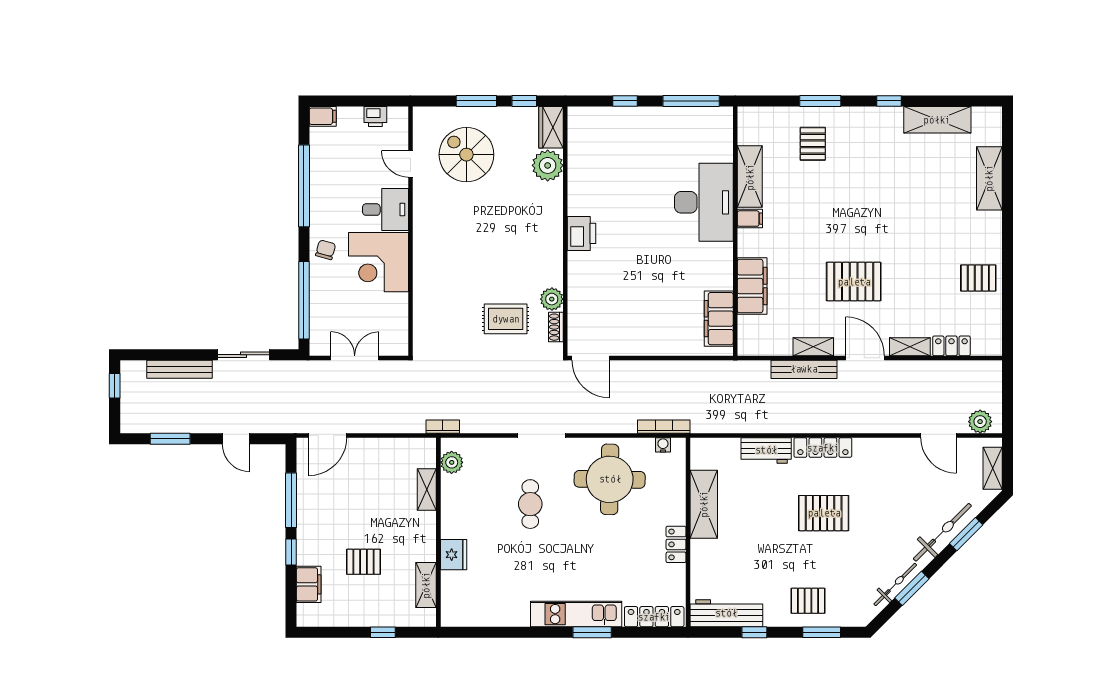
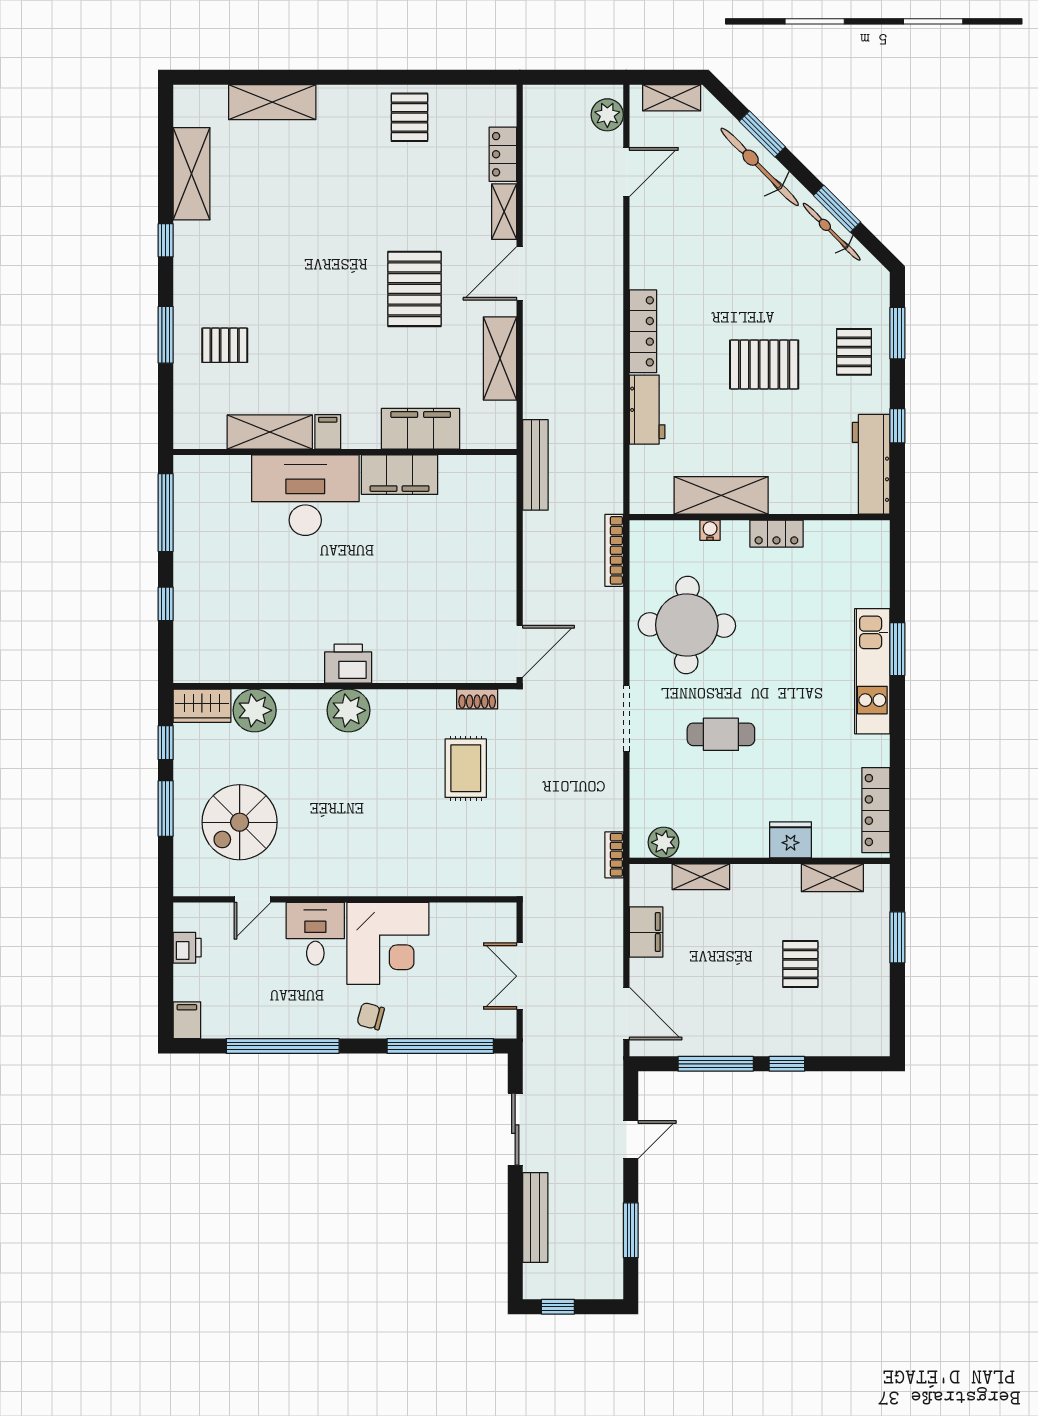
plant: (552, 299) -> (349, 710), moved, width x1.36, depth x1.36
filing cabinet: (719, 319) -> (400, 475), moved
shelving: (813, 347) -> (500, 359), width x1.50, depth x1.33
bench: (804, 369) -> (535, 465), moved
water cooler: (663, 445) -> (710, 530), moved, turned 90
pallet: (824, 513) -> (764, 364), moved, turned 90
filing cabinet: (309, 584) -> (646, 932), moved, turned 90
locker: (654, 617) -> (876, 810), moved
window: (383, 632) -> (897, 937), width x1.50

